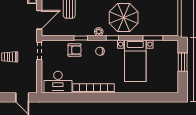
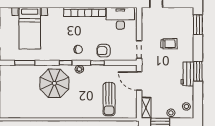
door: (39, 20) -> (139, 81), hinge flipped
bed with nightstands: (135, 61) -> (30, 28), moved, turned 180

